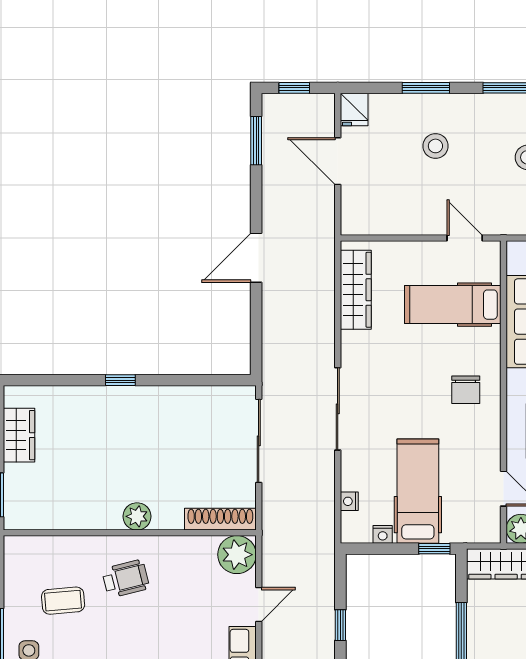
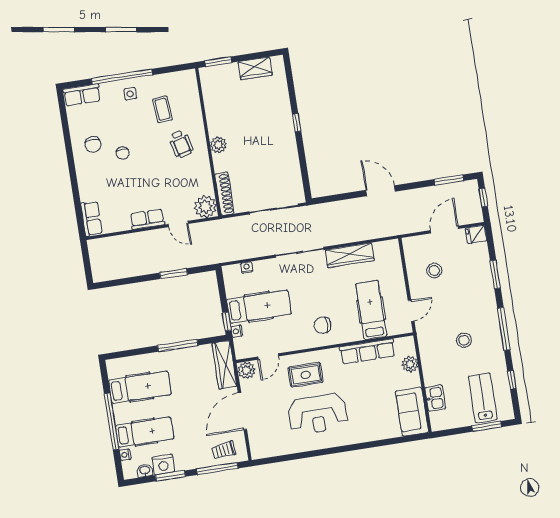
stool: (435, 146) -> (434, 271), moved
wardrobe: (356, 290) -> (350, 255), moved
nightstand: (383, 534) -> (237, 331), moved
window: (340, 625) -> (174, 274), width x1.50

